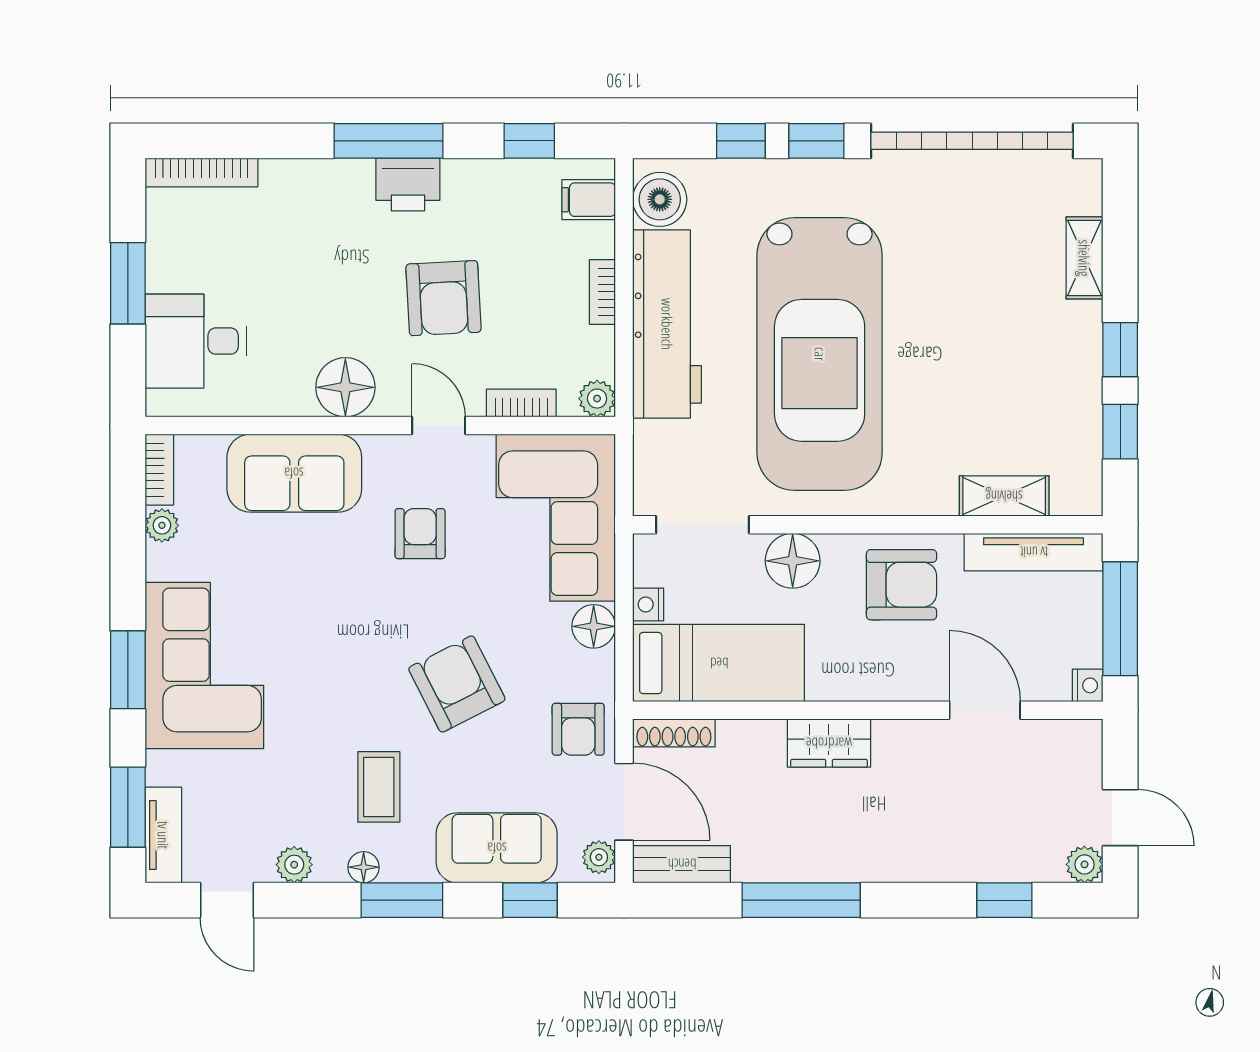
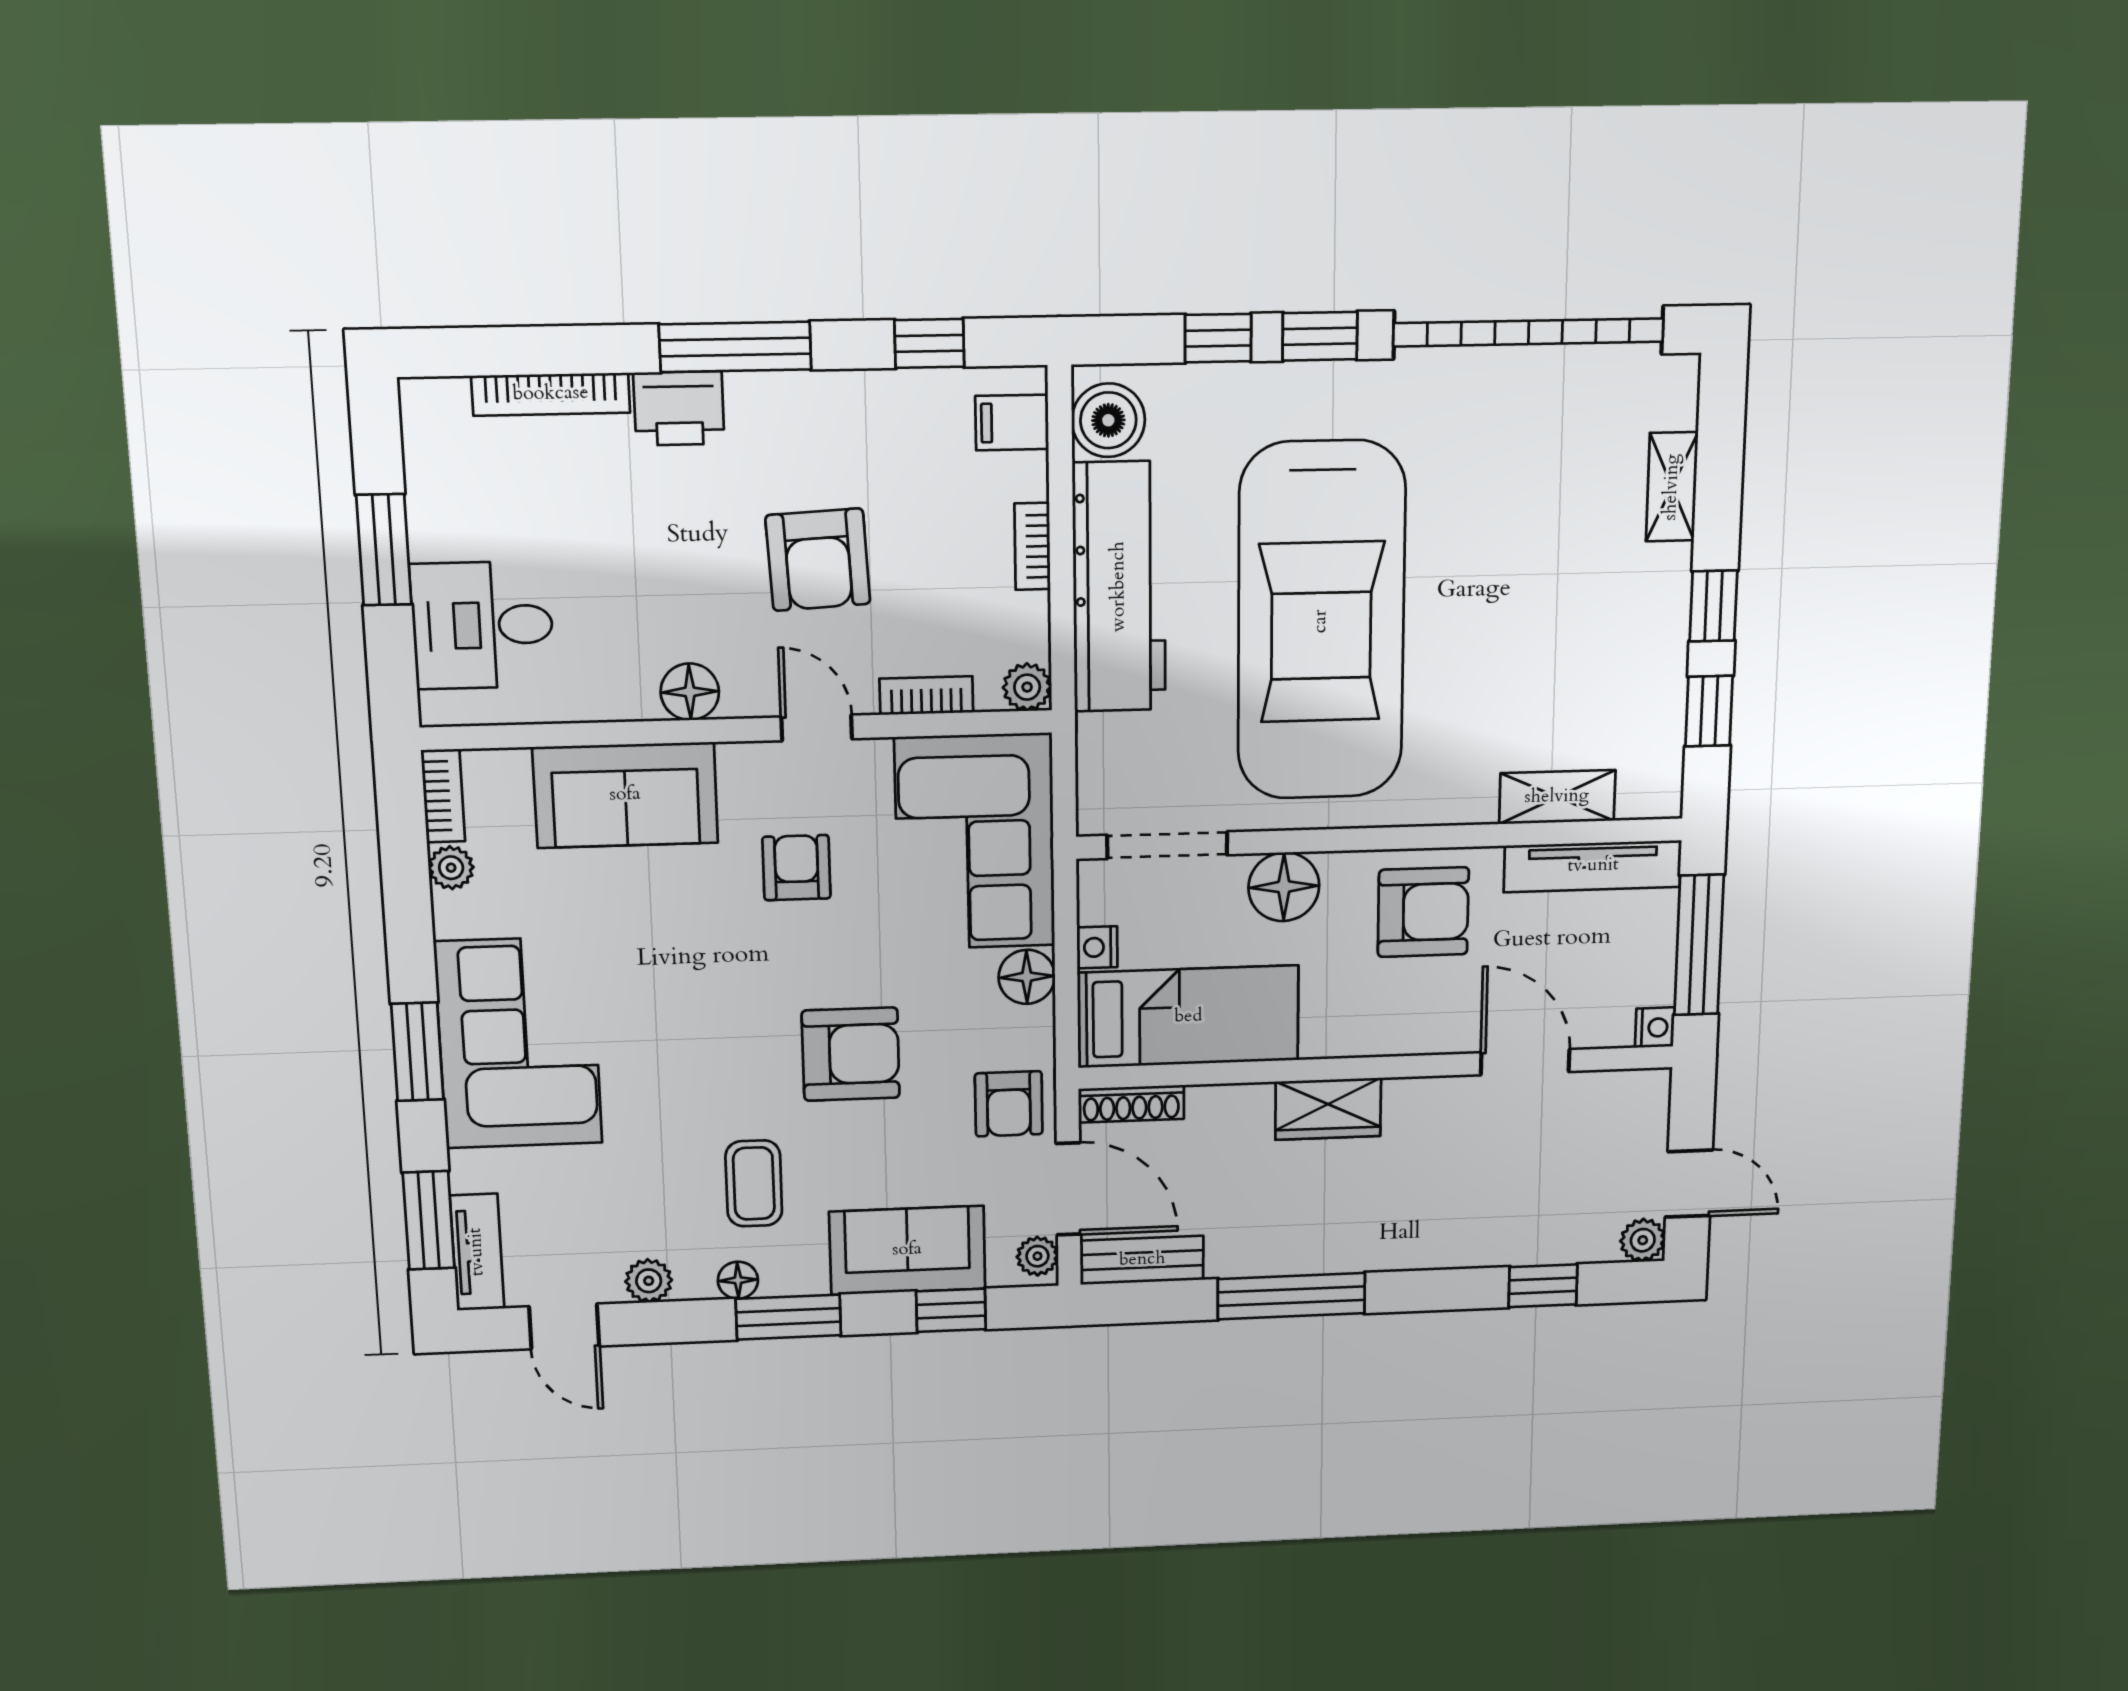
bookcase: (201, 172) -> (551, 394), moved
printer: (408, 184) -> (679, 408), moved
floor lamp: (345, 387) -> (690, 692), width x0.73, depth x0.73
armchair: (457, 684) -> (851, 1054), turned 117

